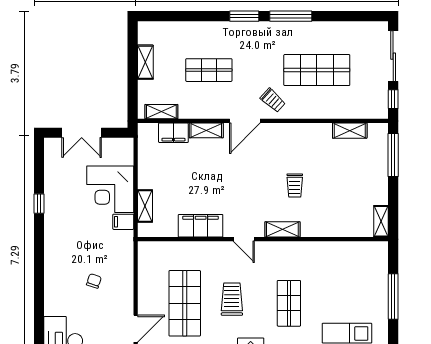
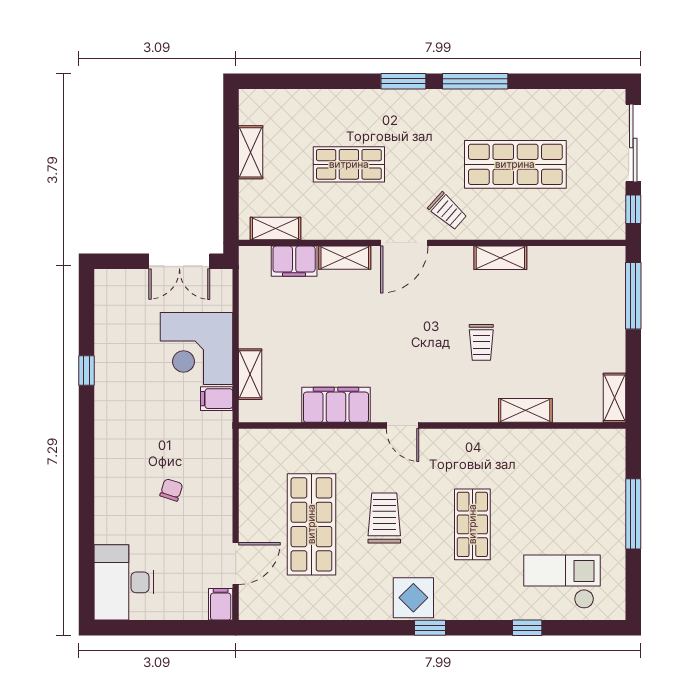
shelving: (350, 131) -> (500, 258), moved
double door: (82, 133) -> (179, 261), moved
shelving: (282, 229) -> (525, 410), moved

